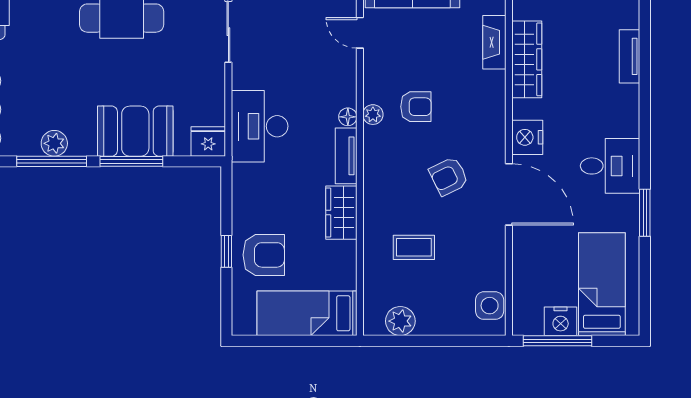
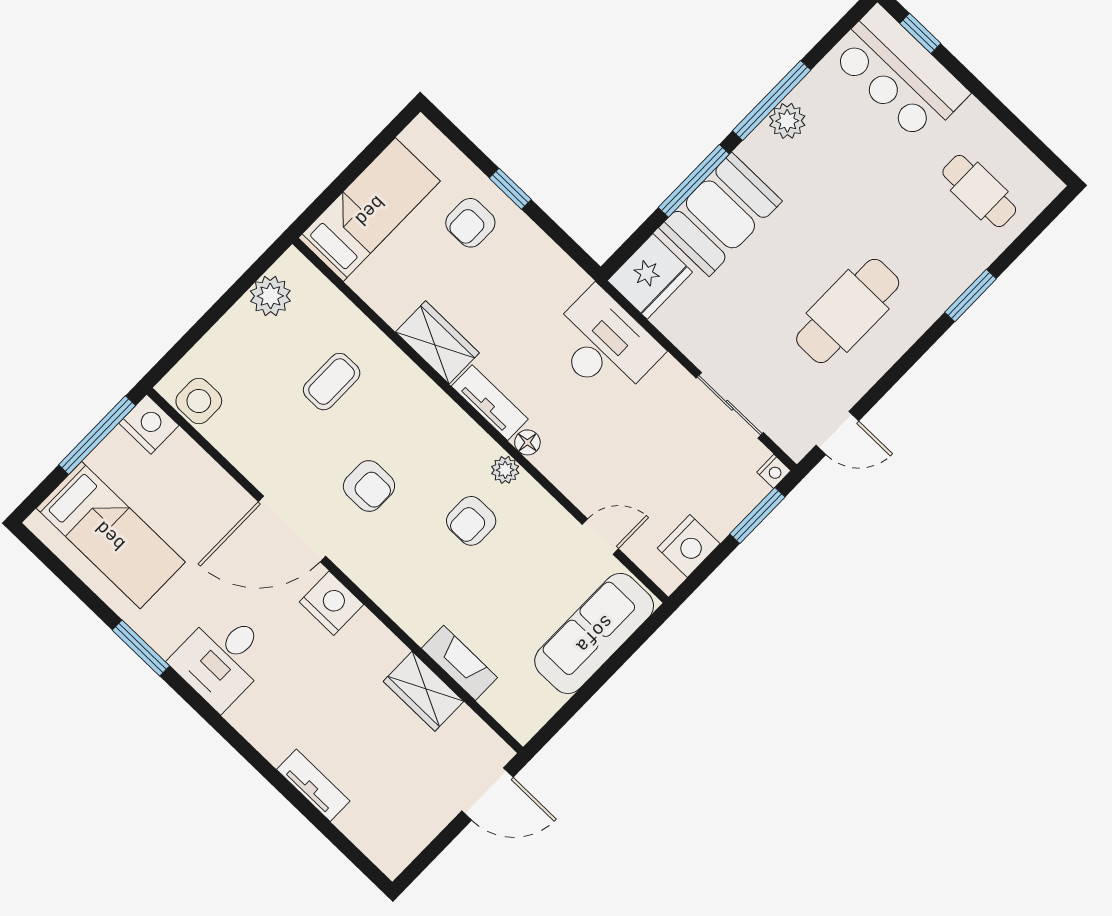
wardrobe: (527, 59) -> (423, 691), width x0.67
fridge: (208, 142) -> (650, 276), width x1.36, depth x1.34
armchair: (449, 176) -> (369, 486), turned 116
armchair: (264, 255) -> (470, 223), width x0.72, depth x0.72
nightstand: (561, 321) -> (149, 424), moved, turned 90

